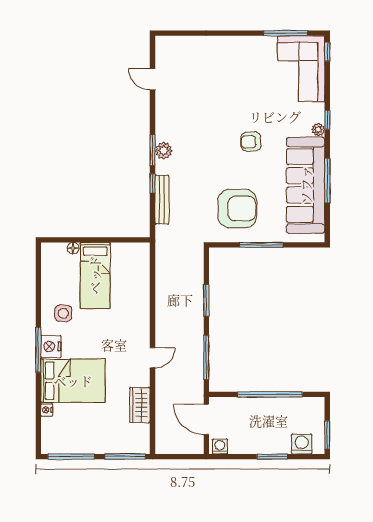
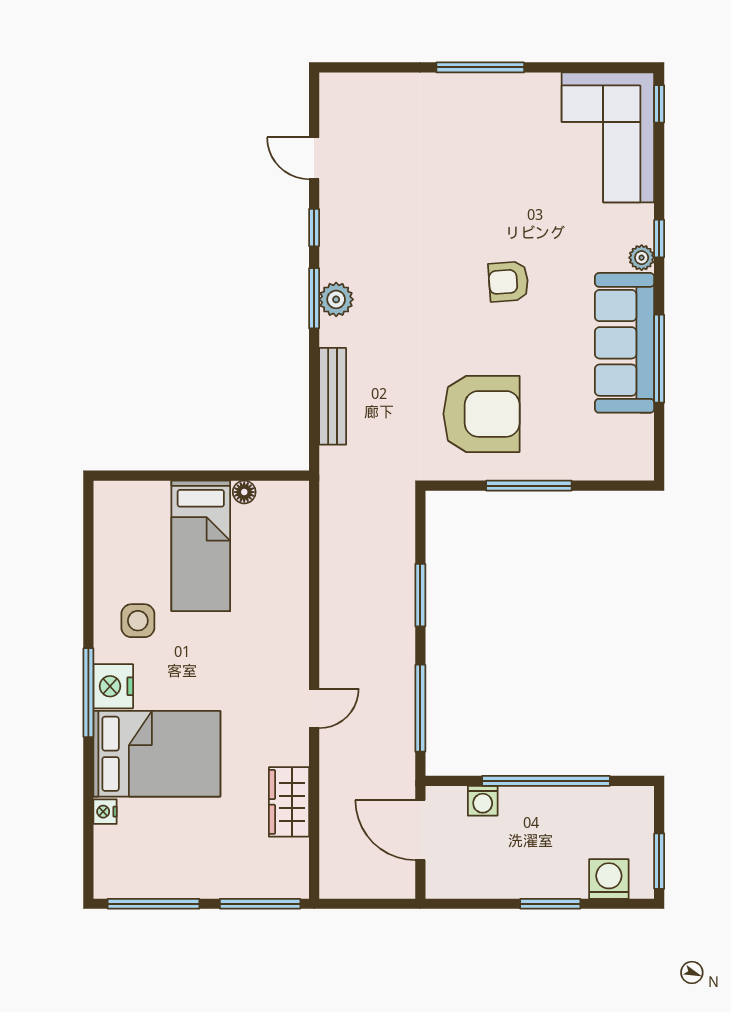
window: (285, 33) -> (480, 67), moved
window: (153, 183) -> (314, 228), moved
sofa: (306, 185) -> (625, 343), width x0.74, depth x0.79
floor lamp: (73, 248) -> (244, 492), moved
washing machine: (220, 447) -> (483, 801), moved, turned 180

